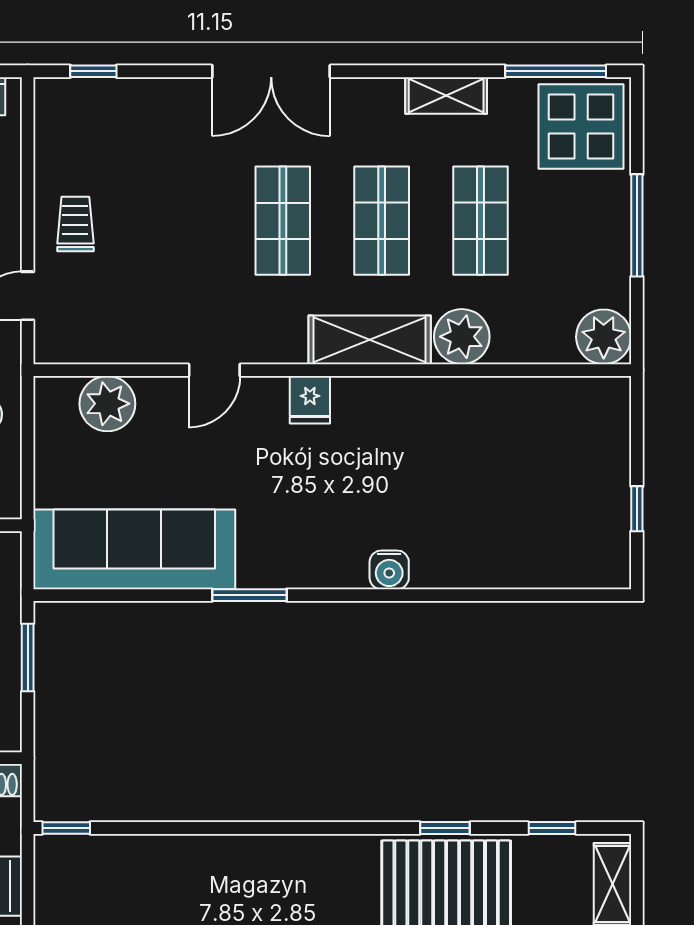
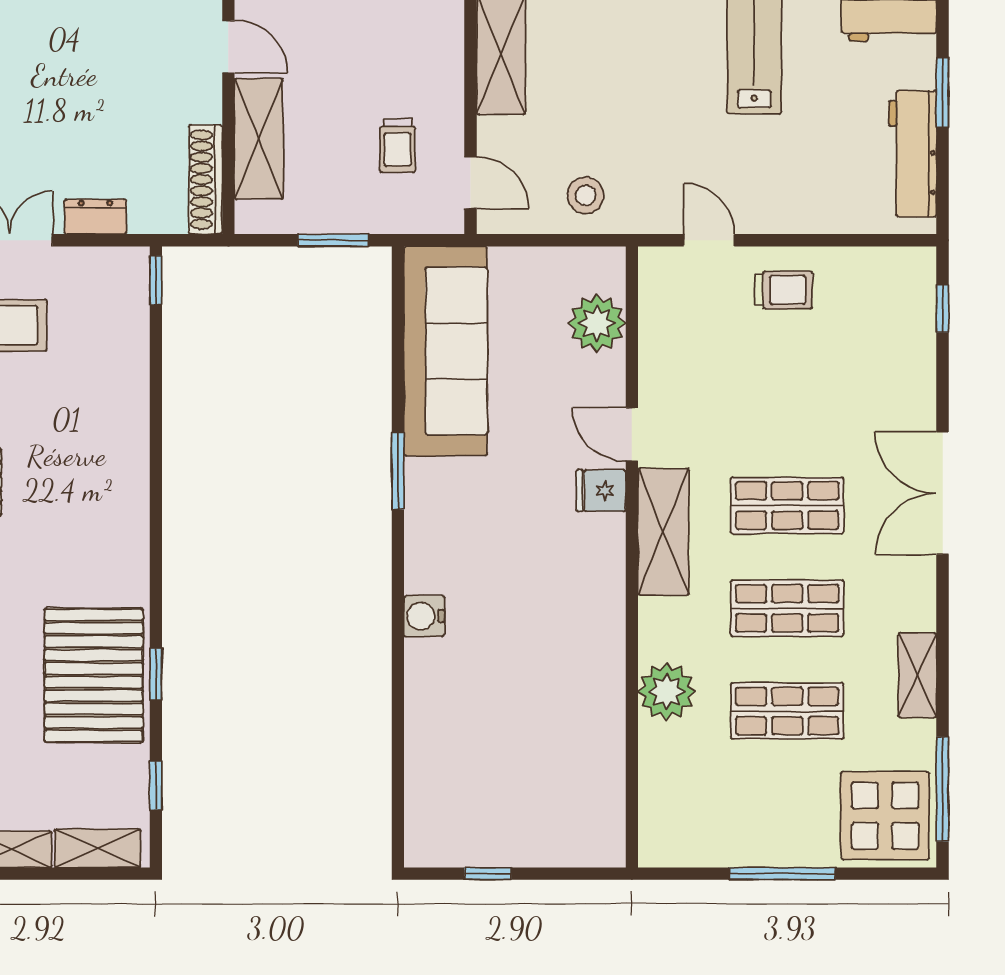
plant: (604, 337) -> (666, 839), removed
shelving: (370, 340) -> (663, 532), moved
fridge: (310, 400) -> (601, 491), moved

